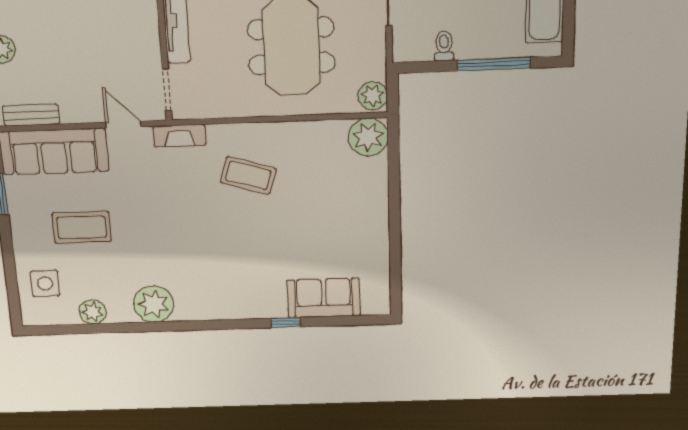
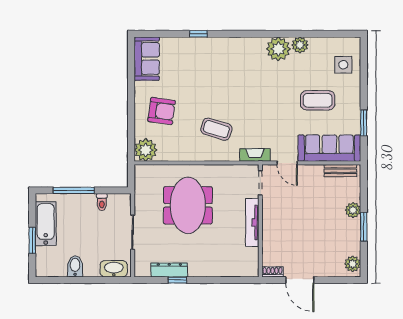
plant: (373, 96) -> (143, 175), removed
armchair: (342, 201) -> (162, 111), added
sofa: (324, 298) -> (147, 59), moved, turned -90
plant: (93, 312) -> (300, 45), moved

